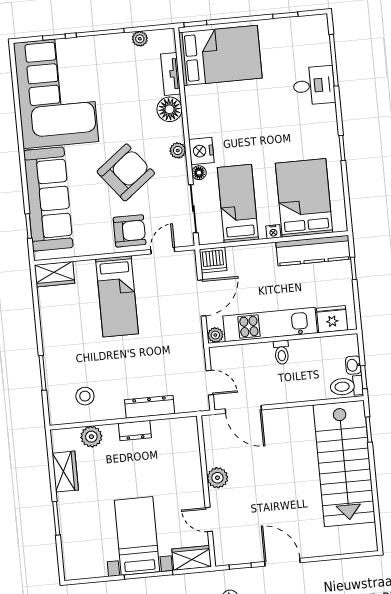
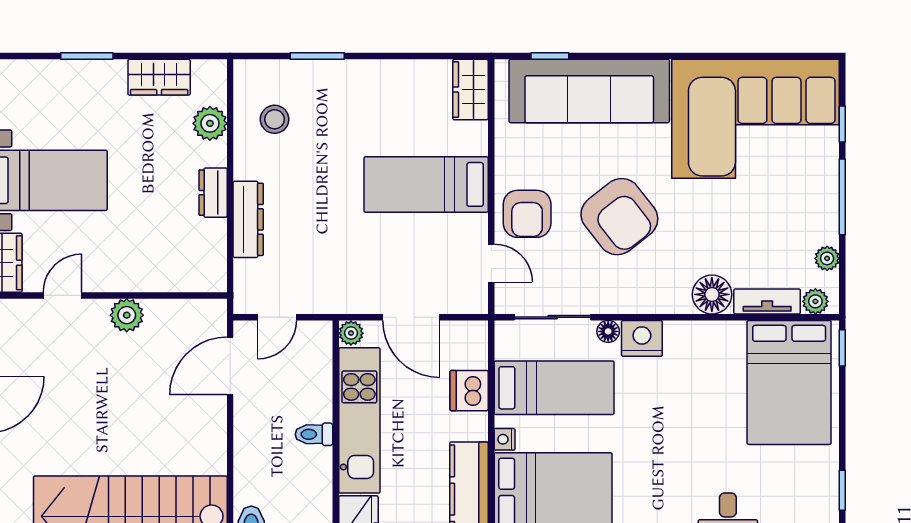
plant: (178, 150) -> (815, 301), moved
dishwasher: (213, 260) -> (469, 391), moved

